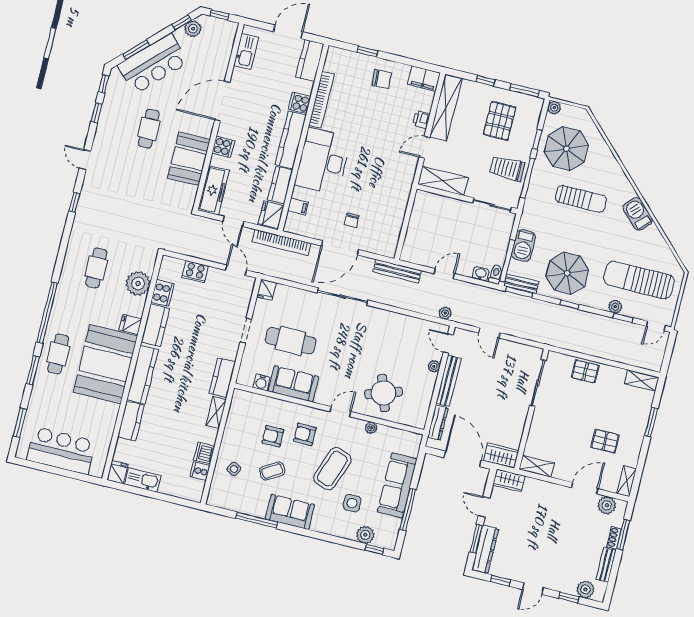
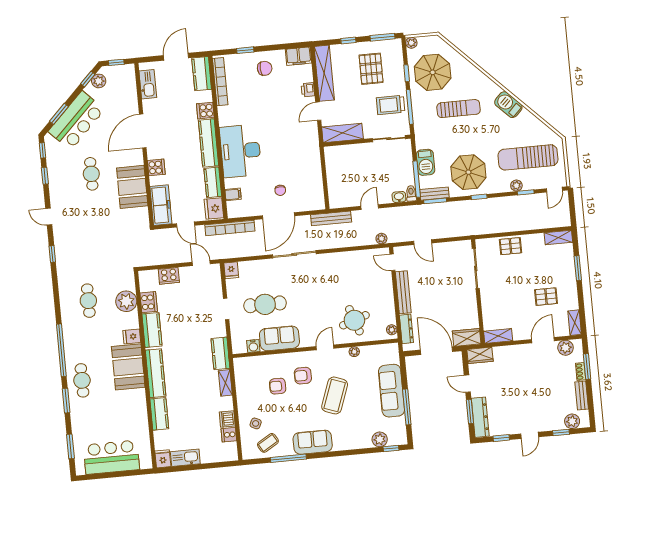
bookcase: (322, 100) -> (220, 82), moved
booth: (105, 364) -> (128, 367), width x0.73, depth x0.70
plant: (434, 366) -> (392, 330), moved
coffee table: (272, 471) -> (268, 443), moved
side table: (352, 503) -> (360, 418), removed

